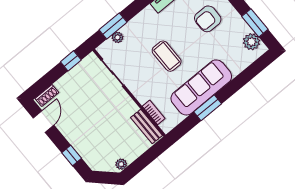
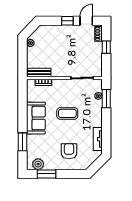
window: (71, 61) -> (106, 47), moved
sofa: (201, 87) -> (36, 118), width x0.73
window: (208, 108) -> (23, 142), moved
door: (44, 122) -> (86, 21), swing flipped
window: (72, 156) -> (67, 21), moved

